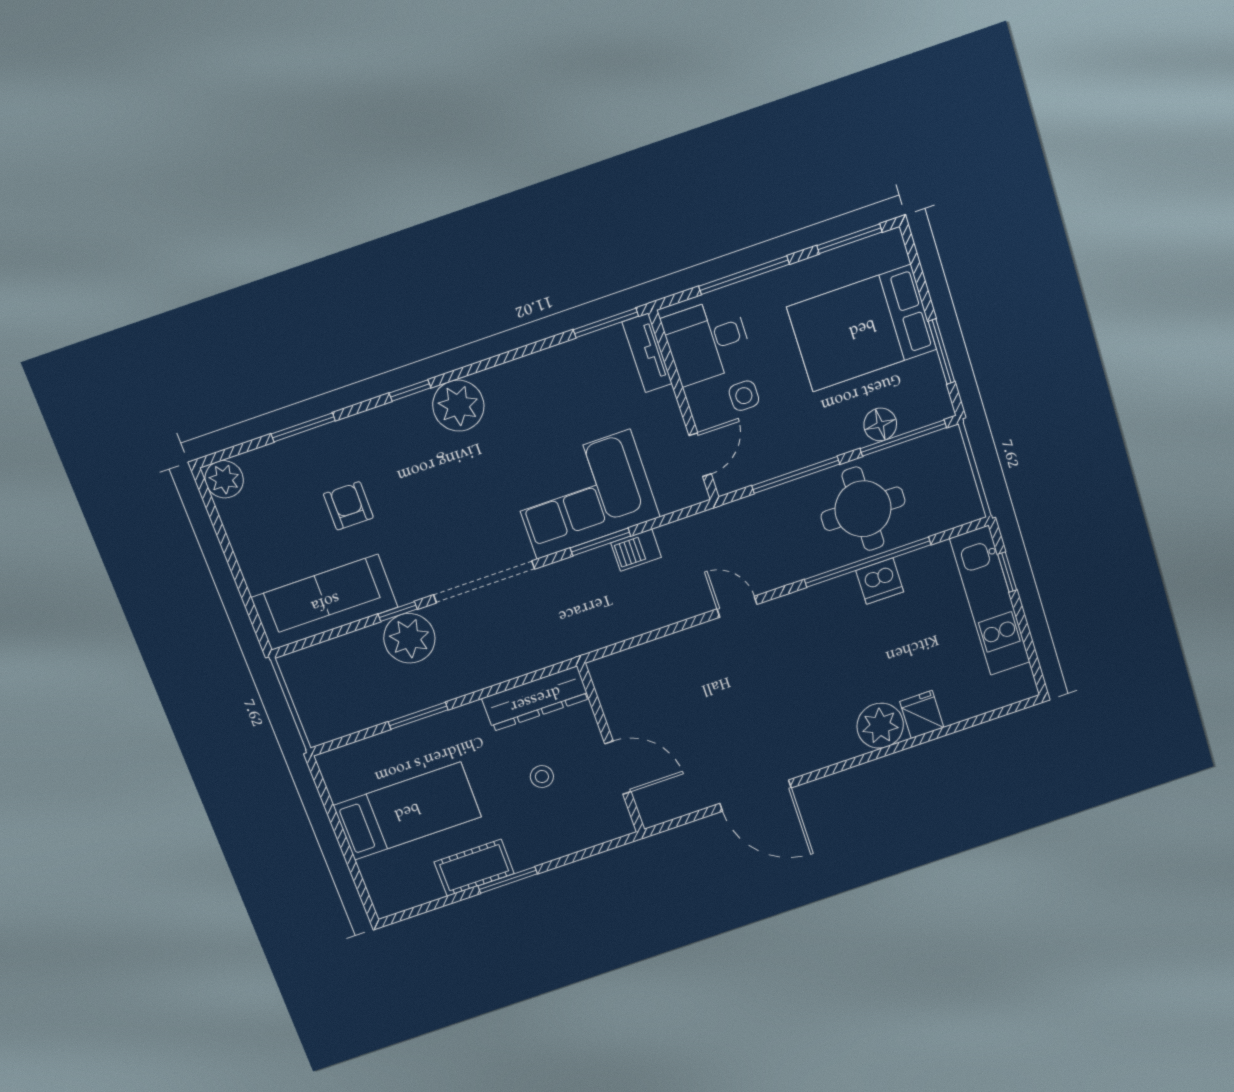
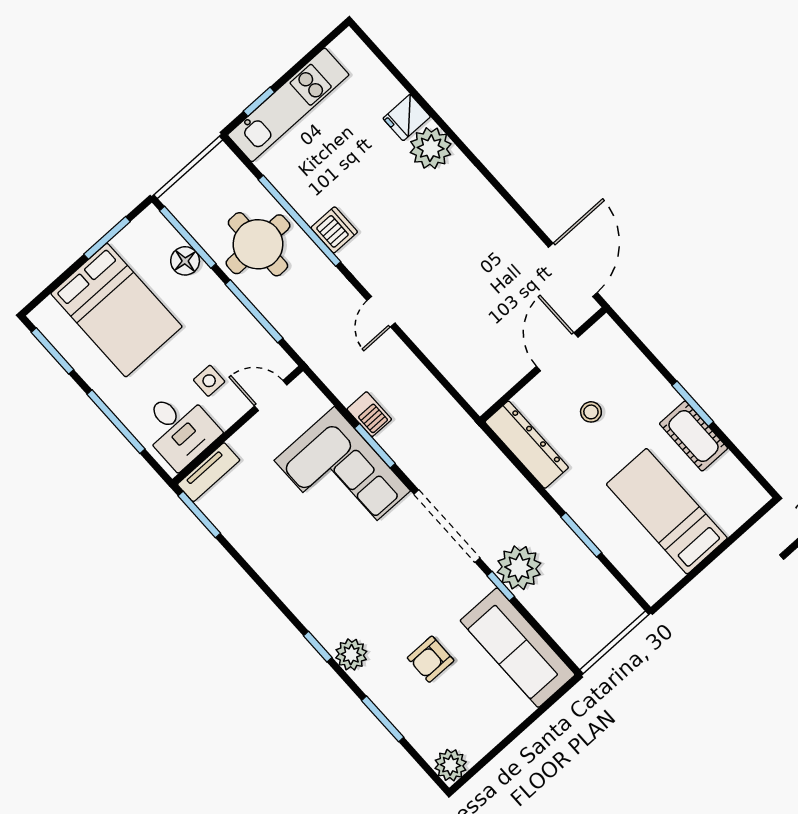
plant: (458, 406) -> (351, 655), moved, width x0.73, depth x0.73
dishwasher: (880, 581) -> (334, 230), moved
door: (756, 796) -> (573, 270), moved

